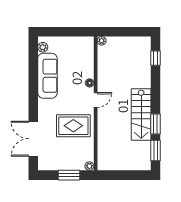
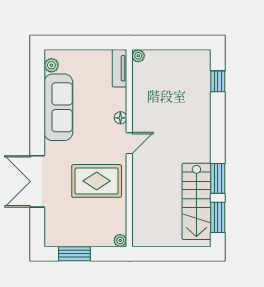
tv unit: (89, 49) -> (119, 68), added
stairs: (141, 114) -> (196, 201), moved
double door: (33, 139) -> (37, 181), moved
window: (69, 175) -> (74, 254), moved

